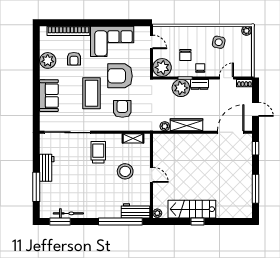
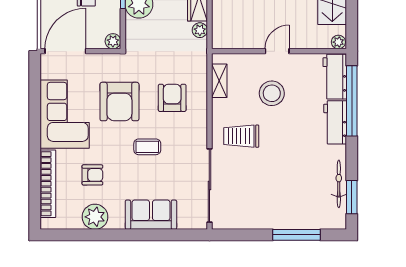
door: (152, 42) -> (65, 51), width x1.87
plant: (162, 67) -> (113, 41), width x0.53, depth x0.53
coffee table: (92, 93) -> (147, 147), width x0.54, depth x0.58
armchair: (122, 109) -> (172, 98), turned 90
workbench: (47, 168) -> (335, 122), moved, turned -90

